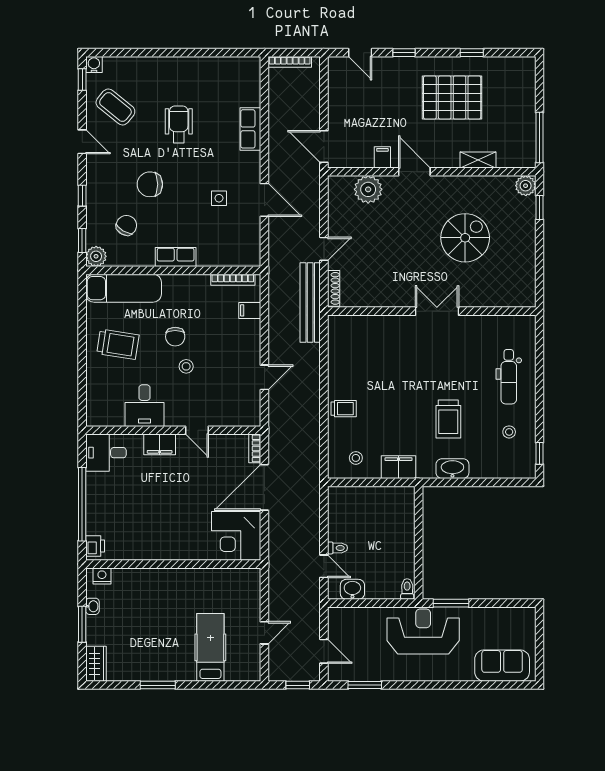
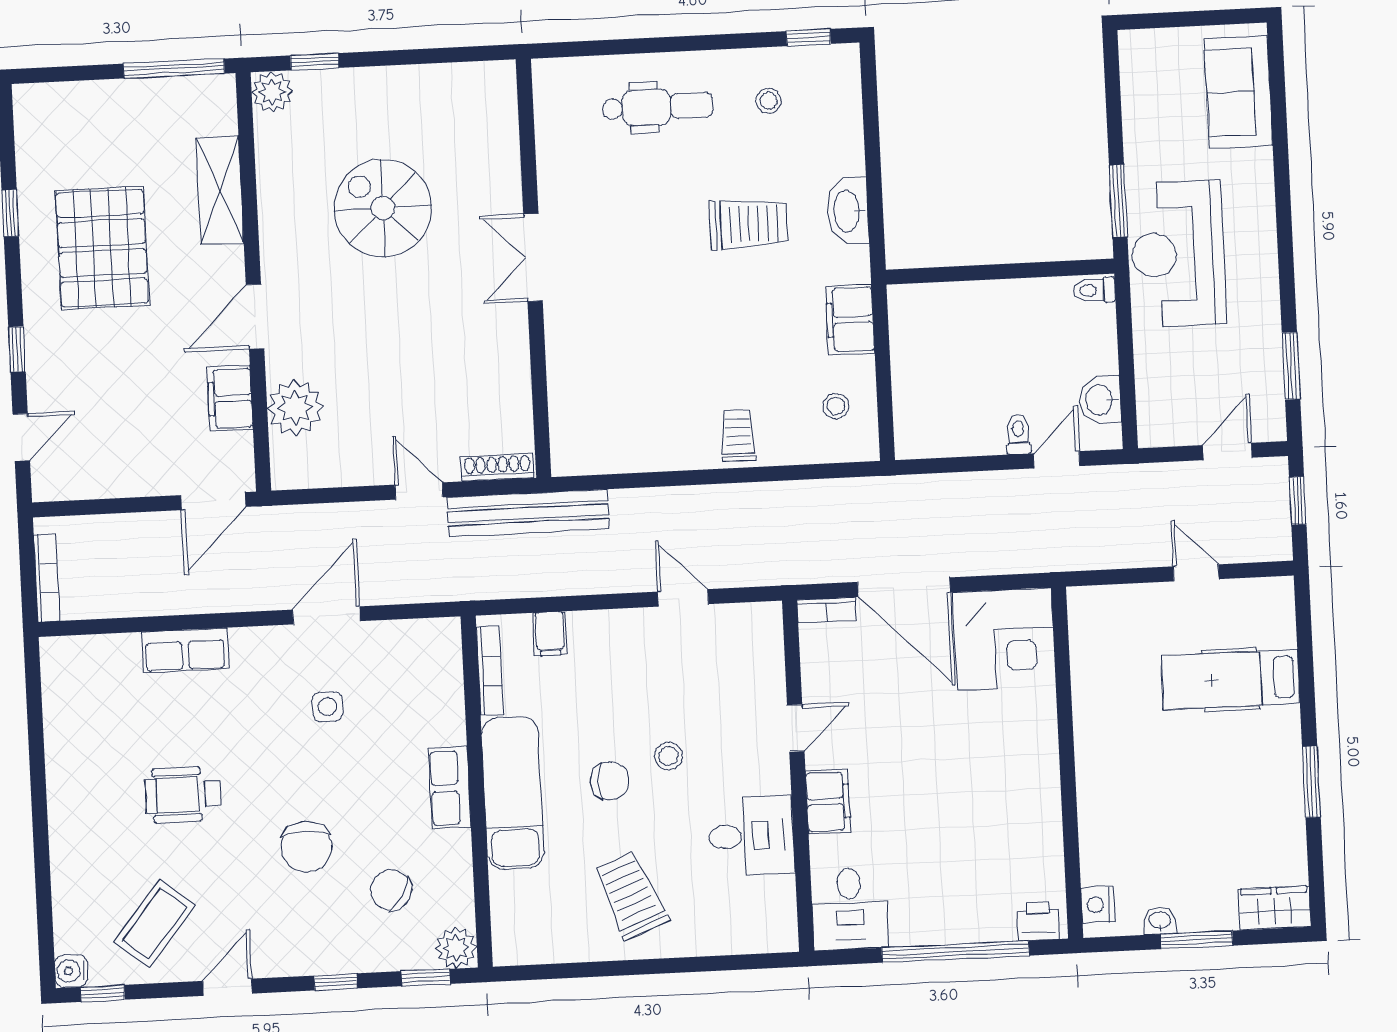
filing cabinet: (382, 157) -> (230, 398), width x2.00
shelving: (478, 160) -> (220, 190), width x1.50, depth x1.33
exam couch: (124, 288) -> (513, 793), moved
trolley: (118, 344) -> (631, 895), turned -31

